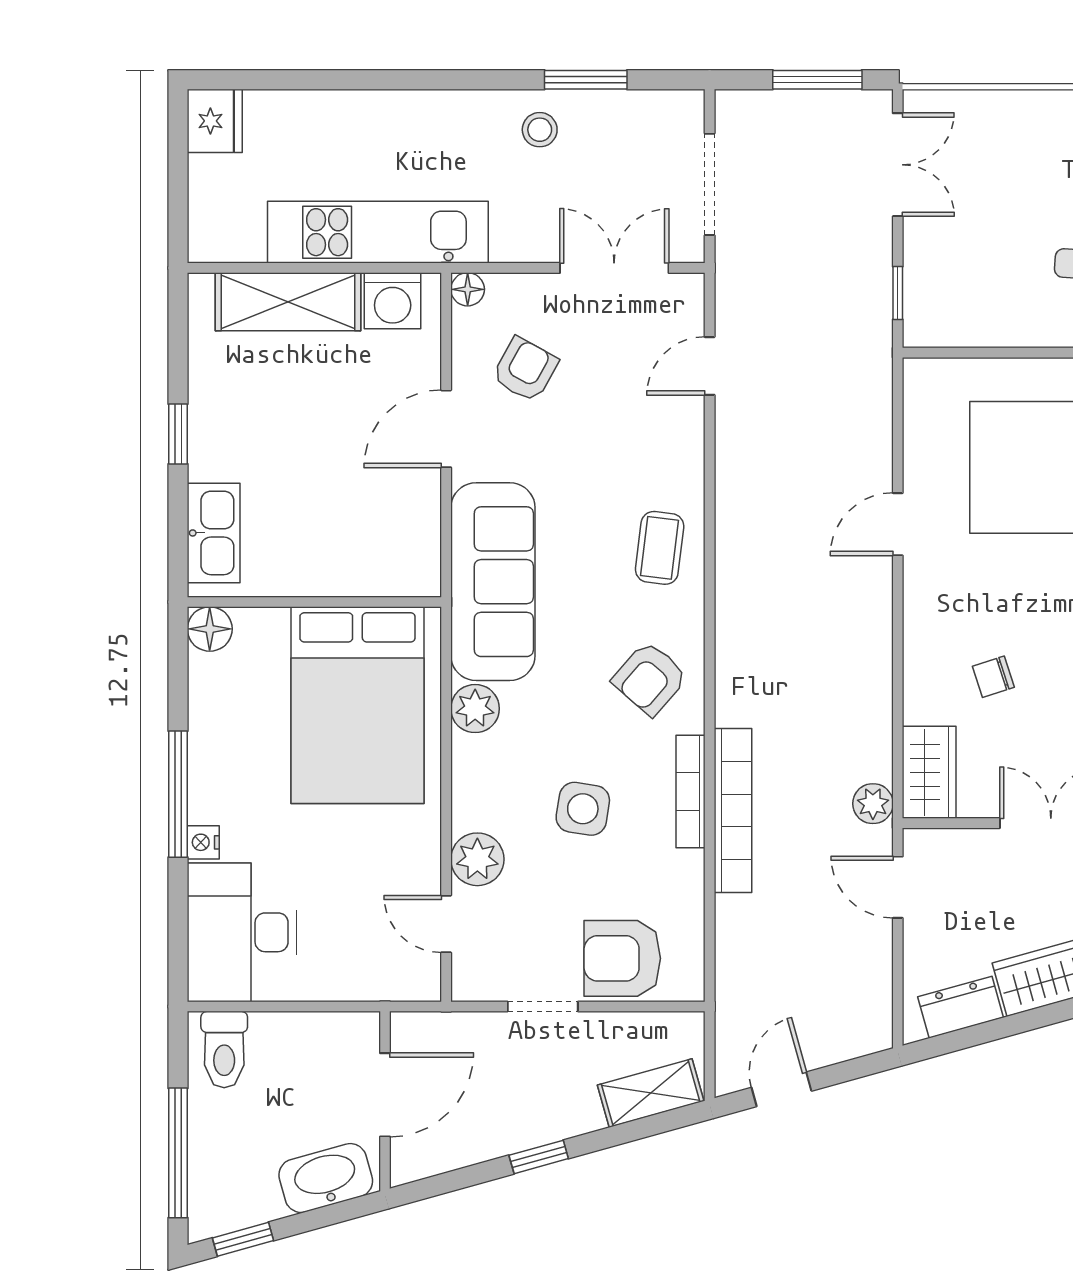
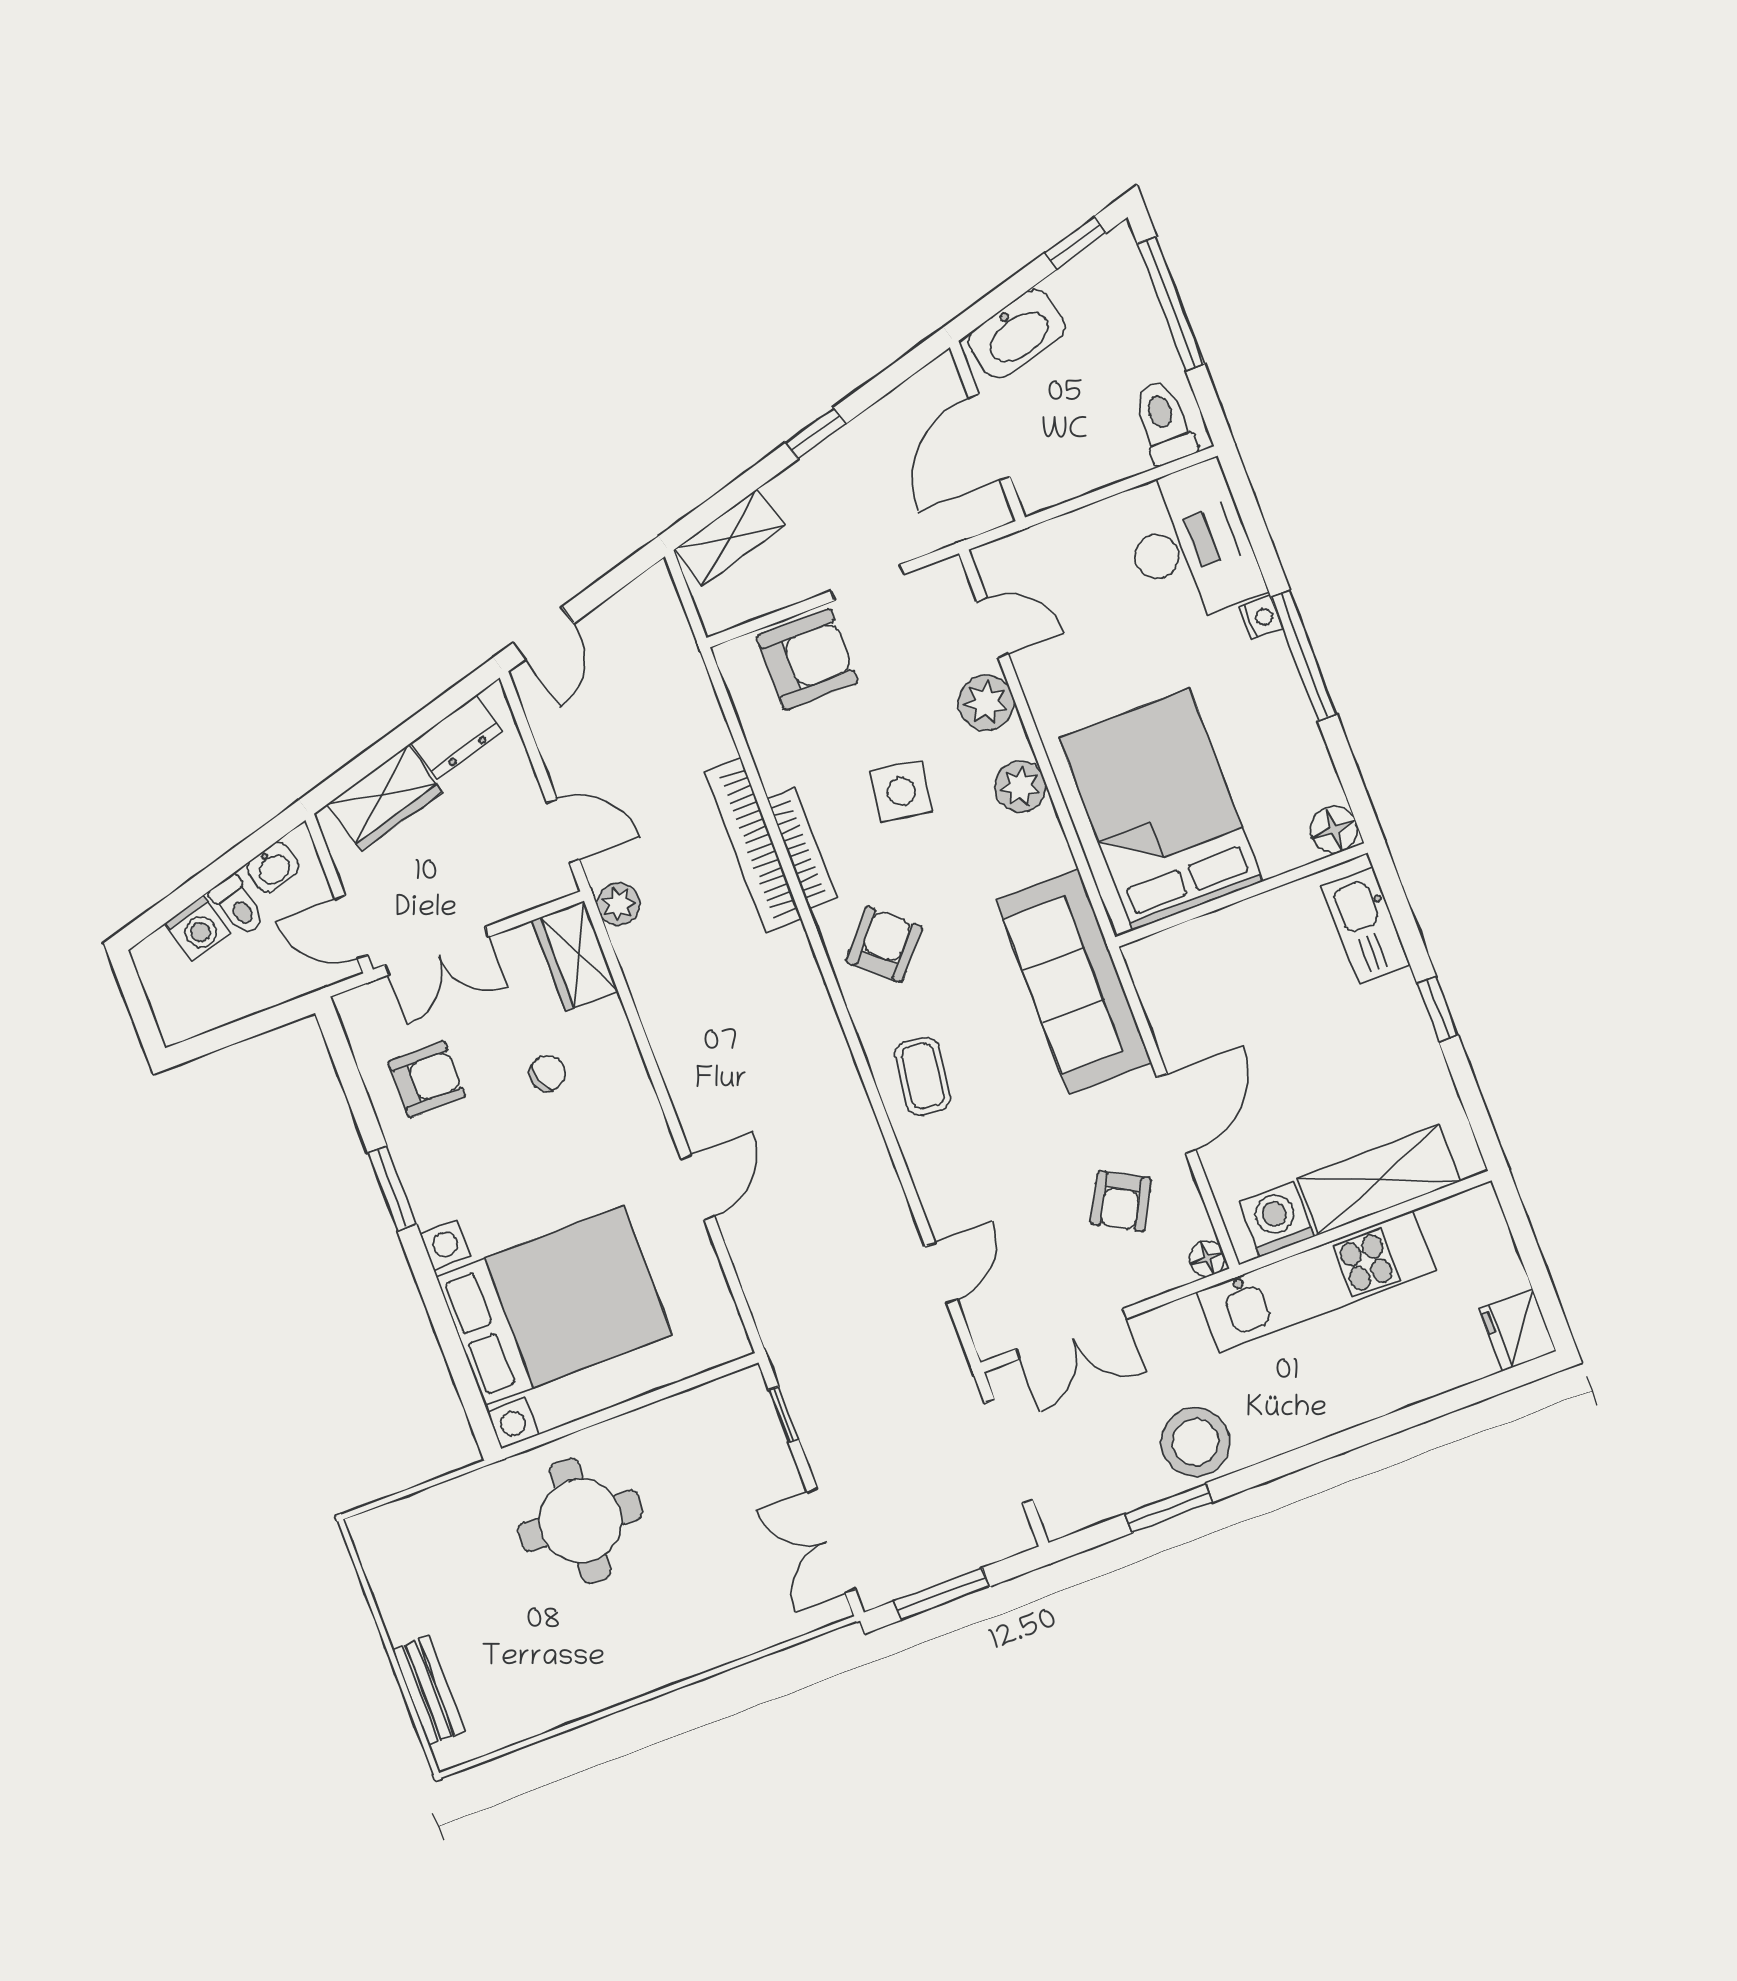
stool: (540, 130) -> (1196, 1442), width x1.89, depth x1.89
plant: (475, 709) -> (1020, 787), moved
door: (782, 1089) -> (543, 633), moved

